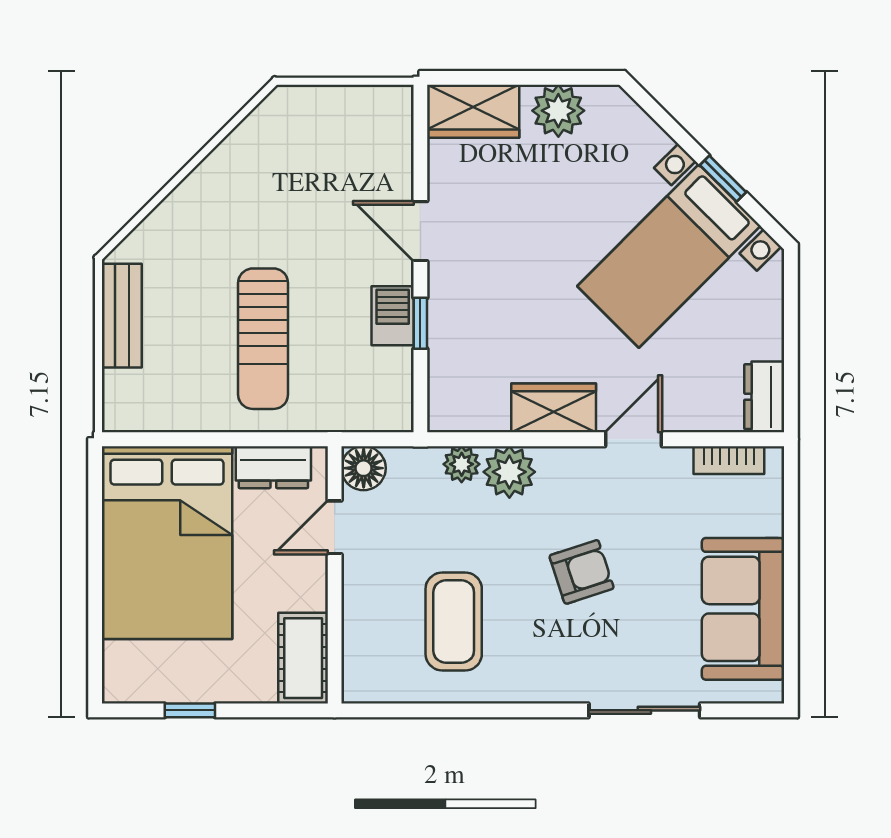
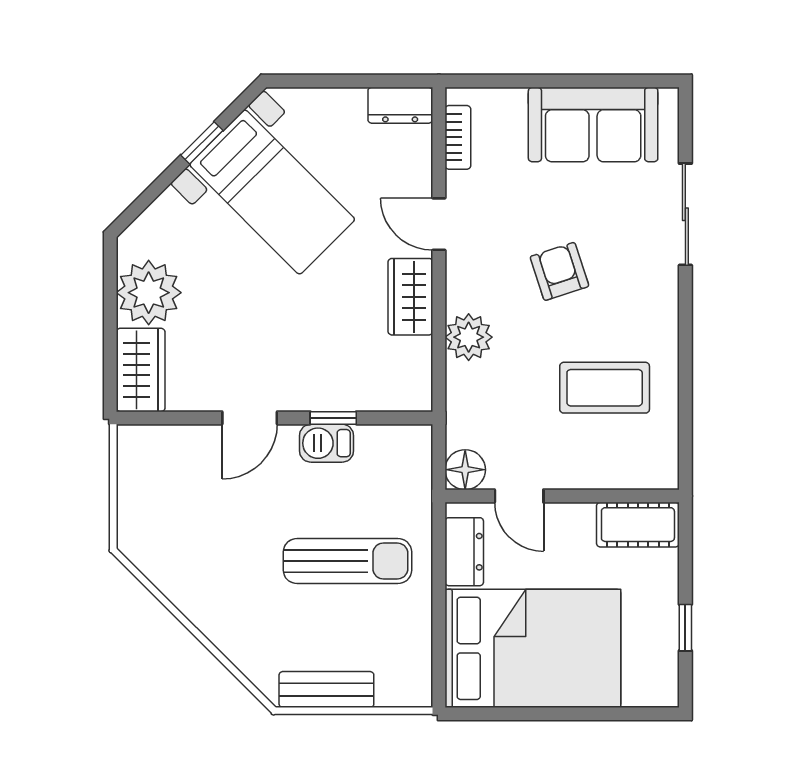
plant: (558, 111) -> (149, 293), width x1.36, depth x1.36
plant: (462, 464) -> (462, 381), removed

